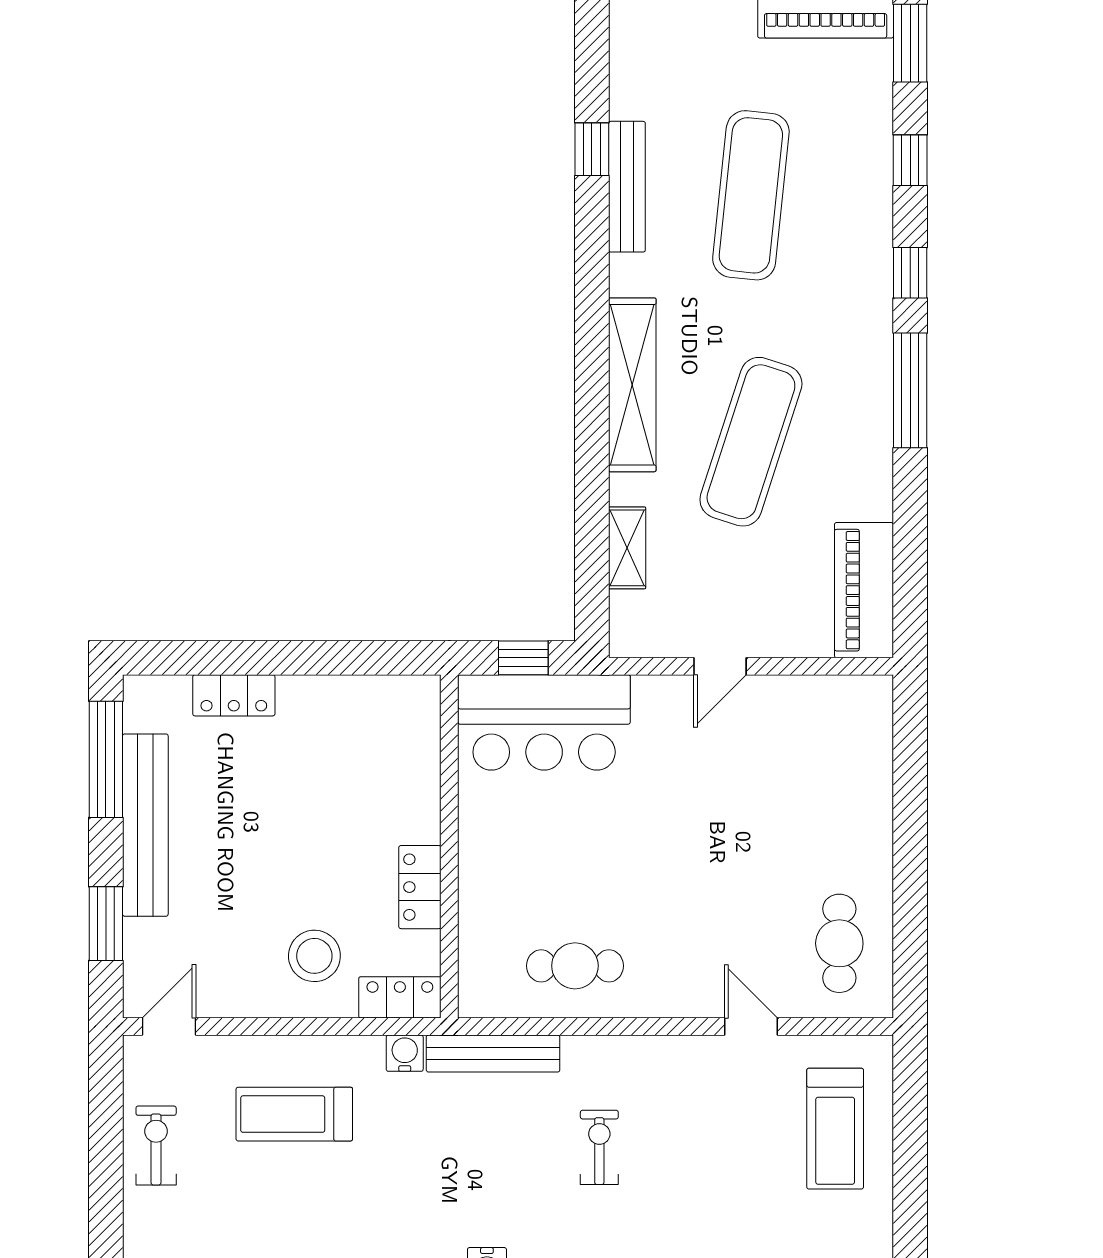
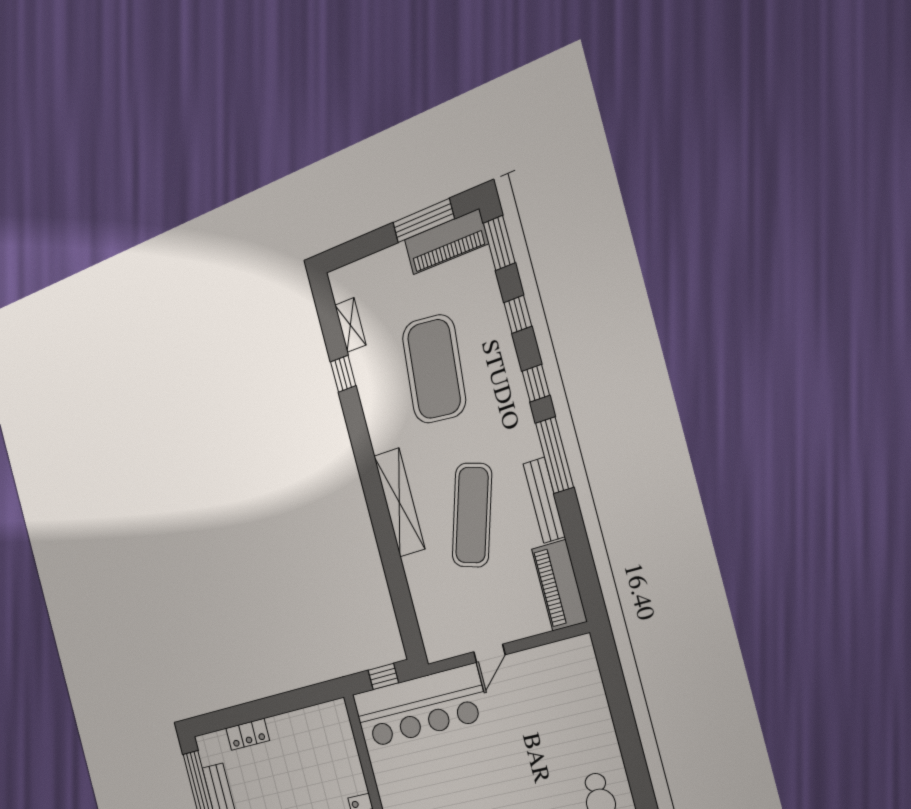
bench: (627, 187) -> (544, 500), moved
exercise mat: (751, 195) -> (434, 369), width x1.47
shelving: (627, 548) -> (350, 325), moved
bar counter: (544, 722) -> (420, 706), width x1.36

